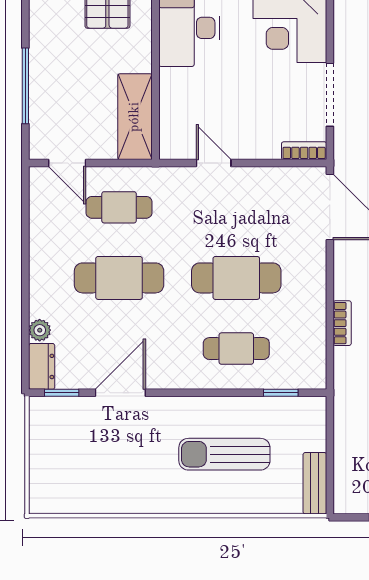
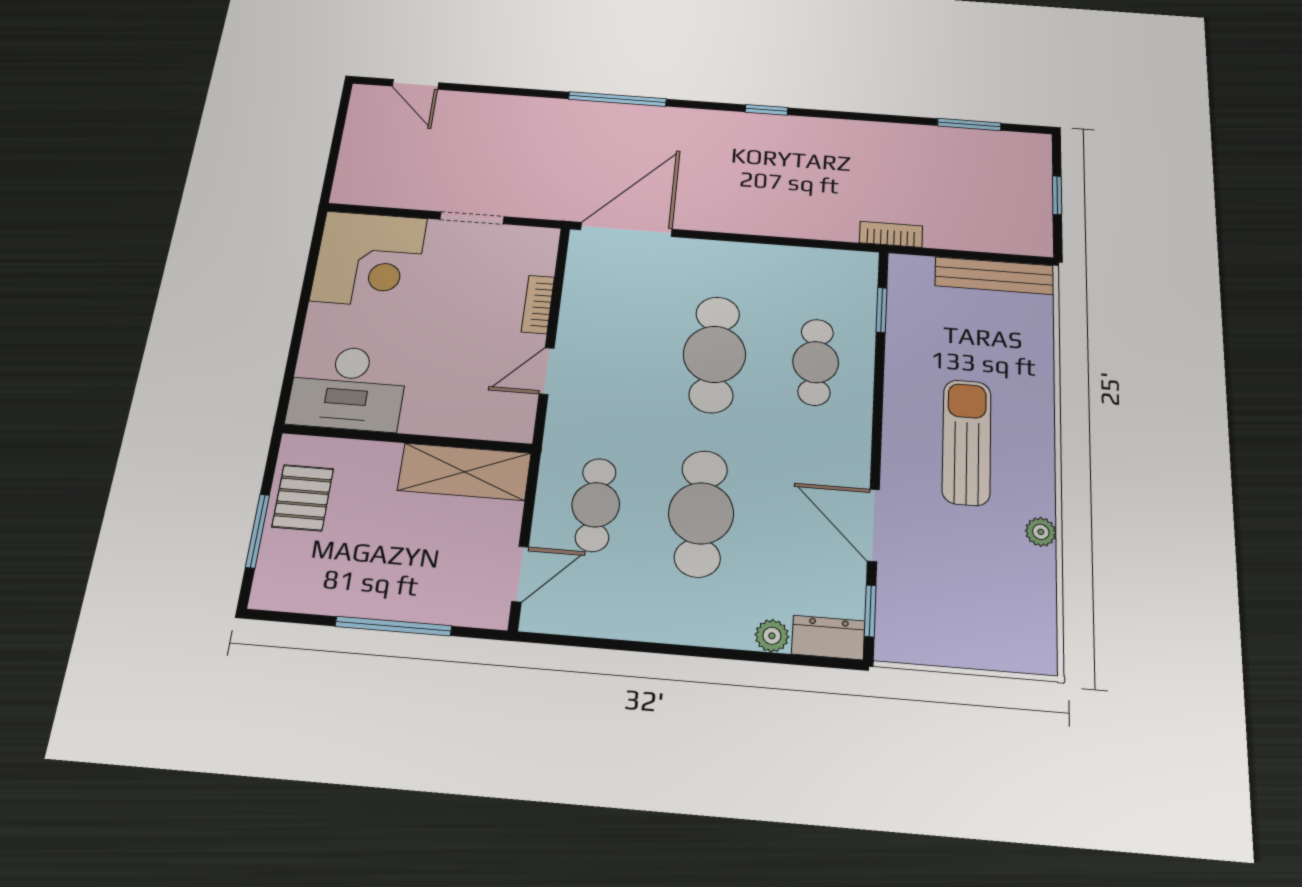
doorway: (330, 95) -> (472, 218), width x0.73
bookcase: (304, 151) -> (538, 304), moved
bookcase: (342, 323) -> (891, 234), moved
sun lounger: (224, 454) -> (967, 442), moved, turned 180
bench: (315, 483) -> (994, 276), width x1.36
plant: (125, 504) -> (1041, 532), added

